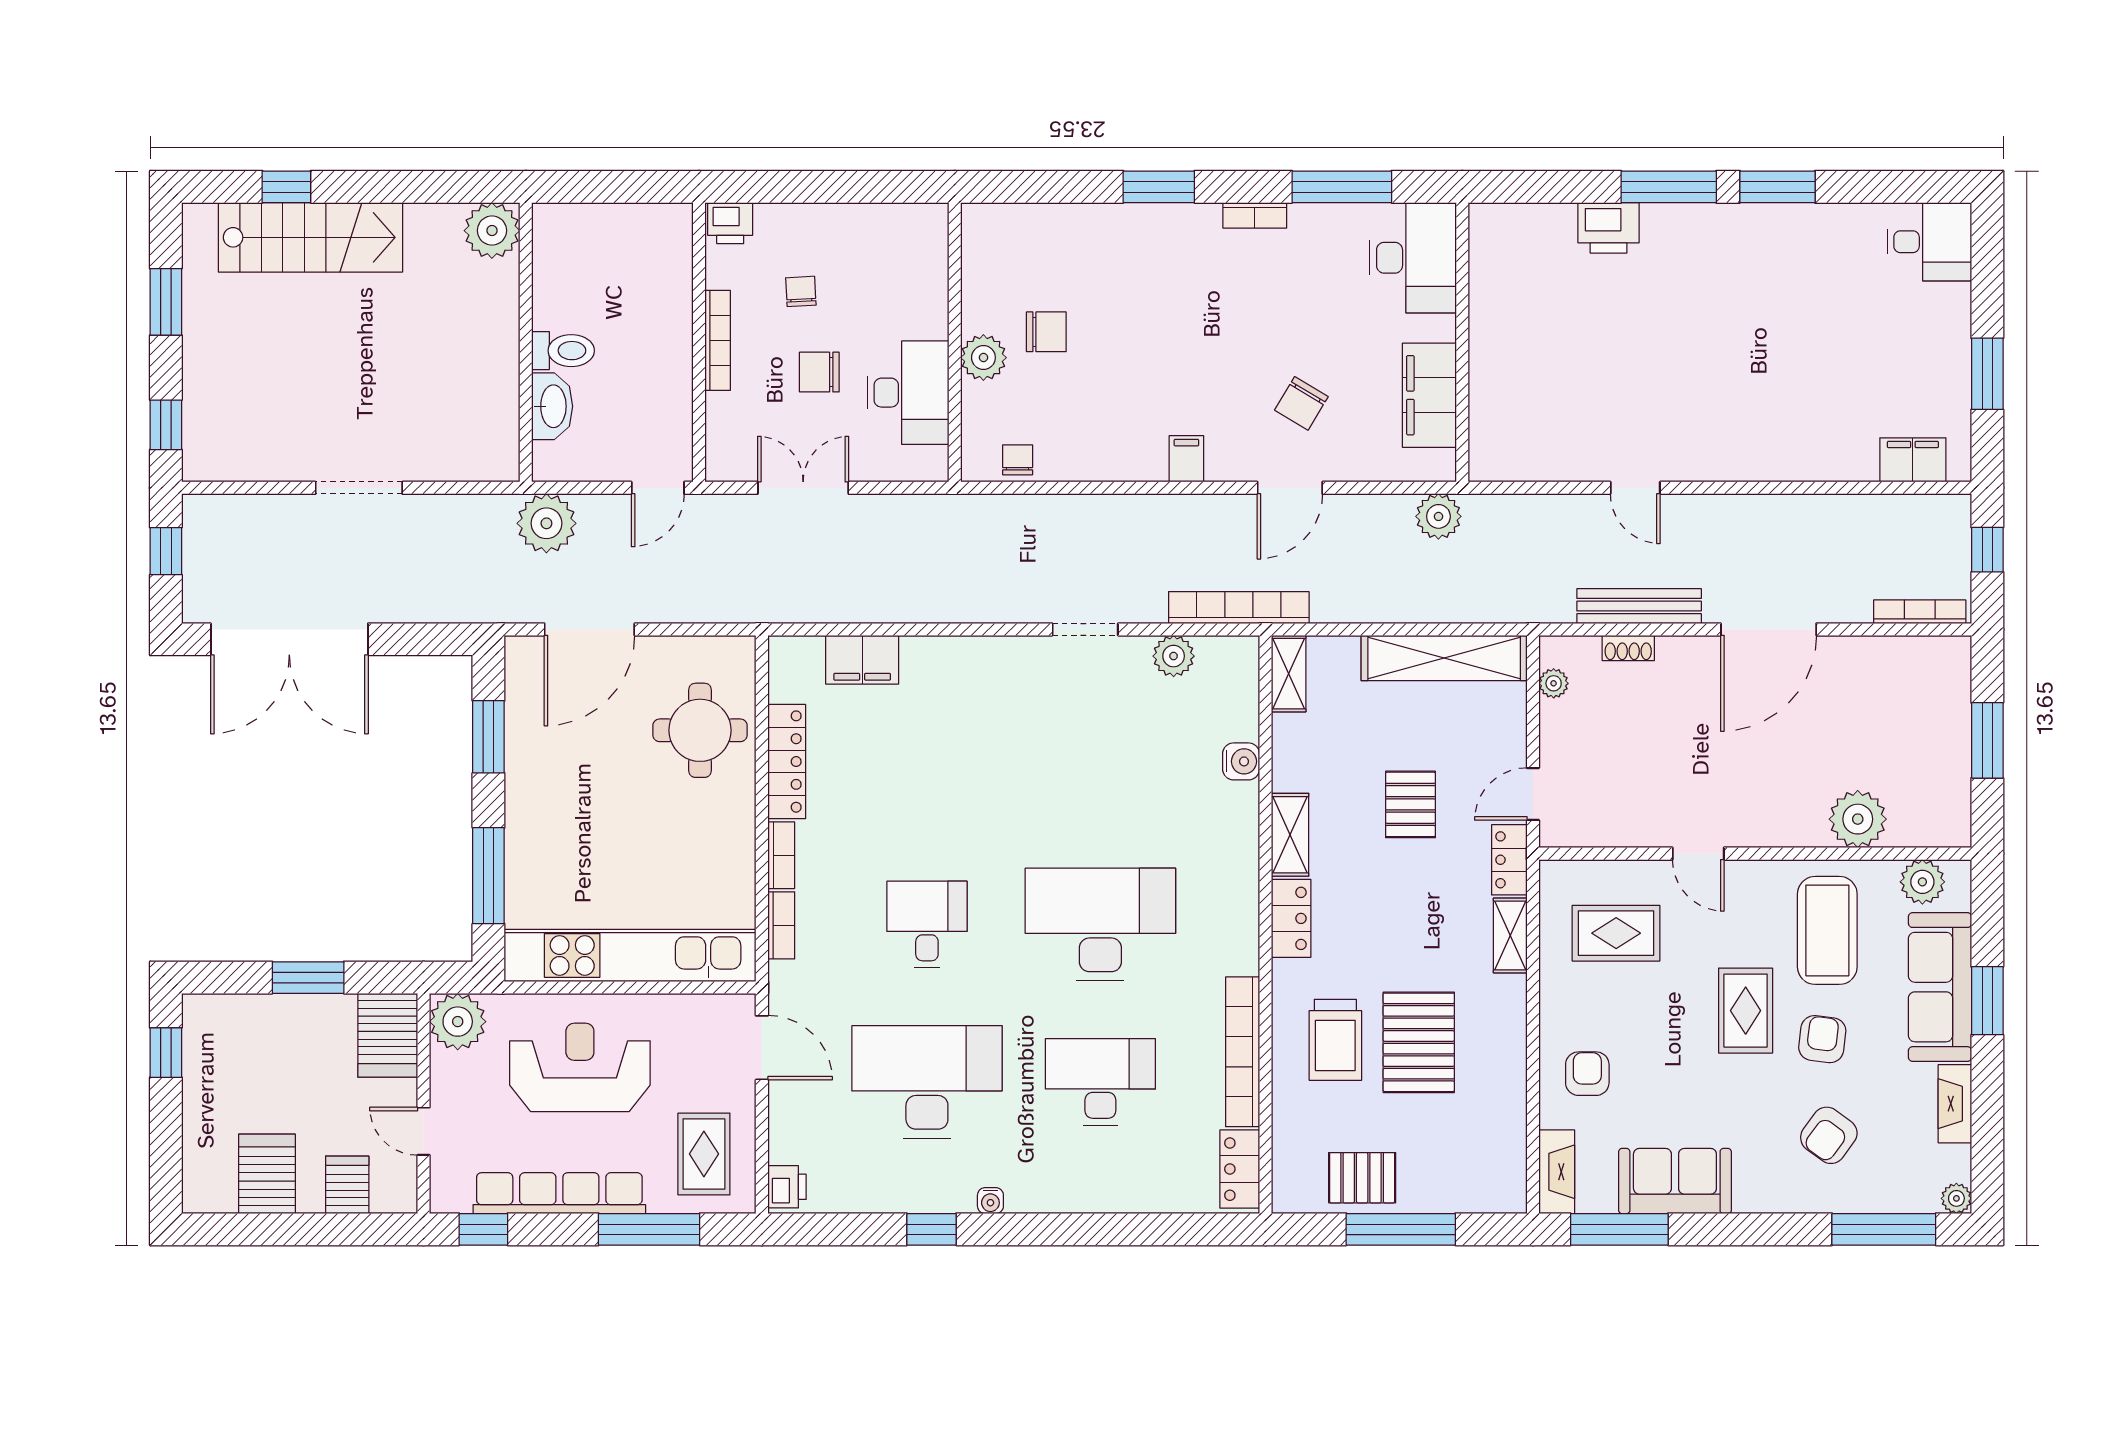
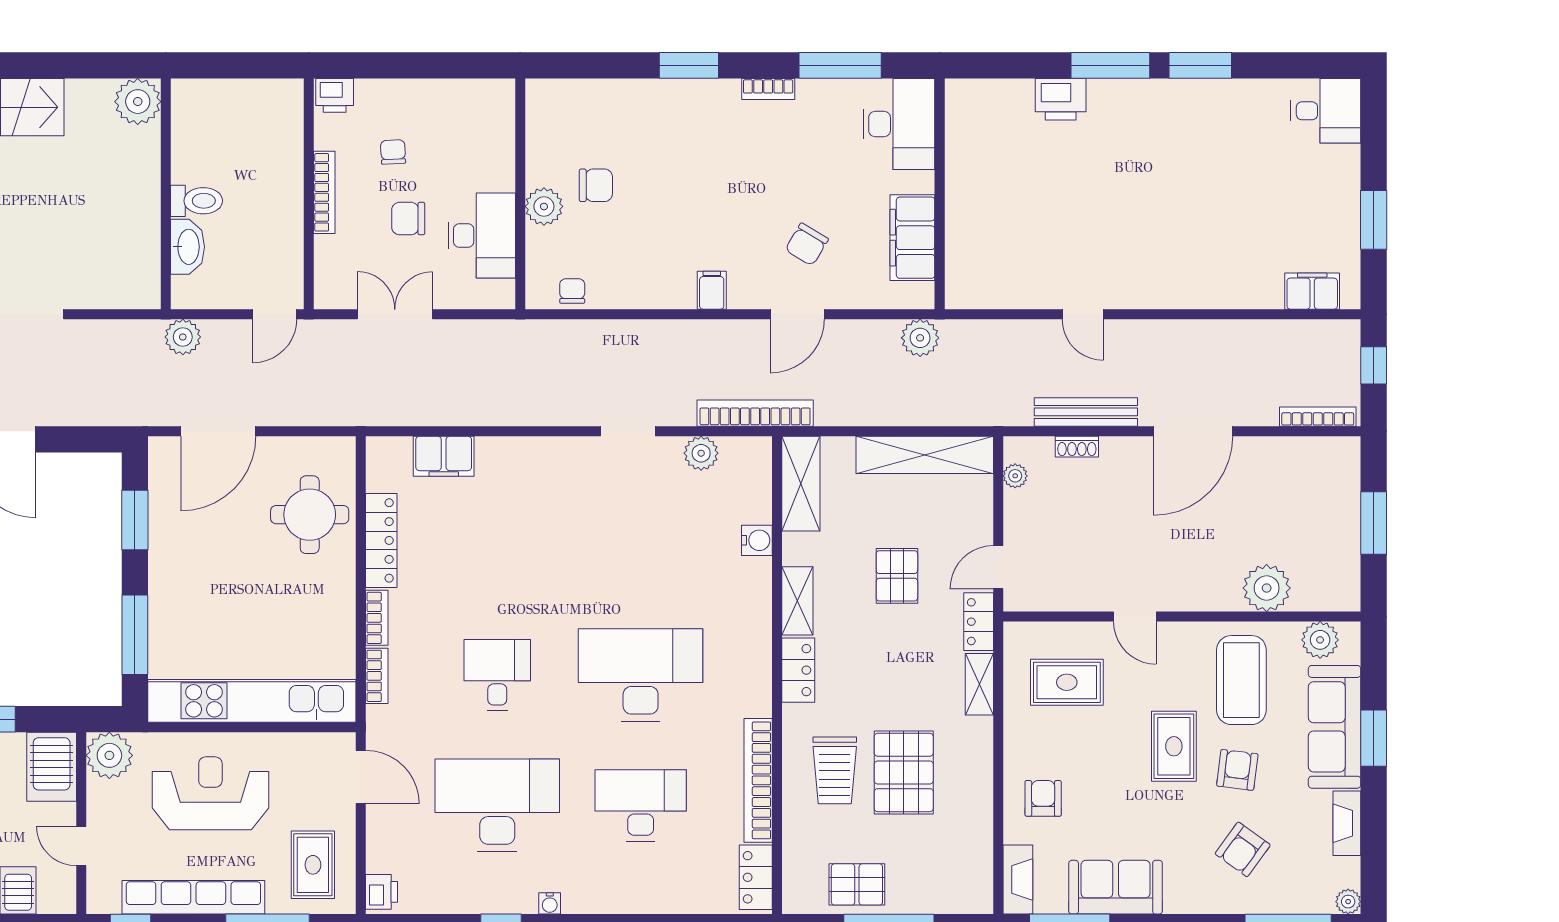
plant: (546, 523) -> (183, 337), width x0.73, depth x0.73
shelving: (1289, 674) -> (801, 484), width x1.50, depth x1.33

